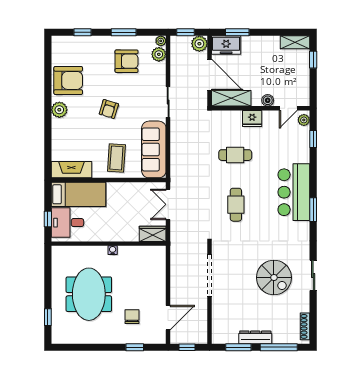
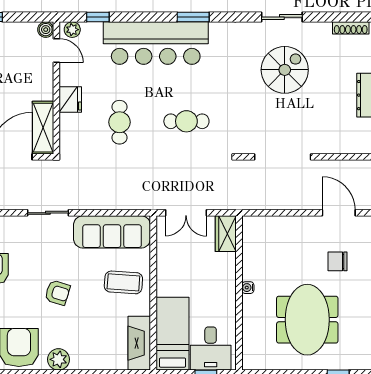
boiler: (268, 100) -> (46, 30), moved
bar counter: (294, 192) -> (156, 43), width x1.36
meeting table: (89, 294) -> (307, 320), turned 90

